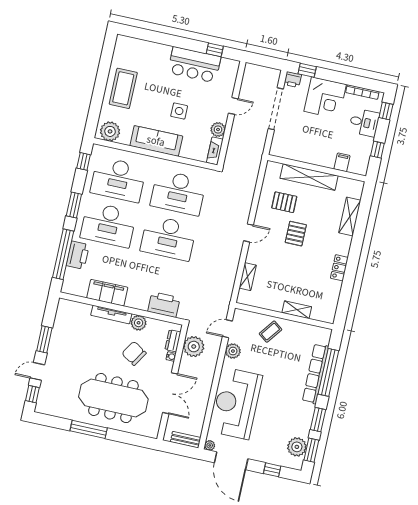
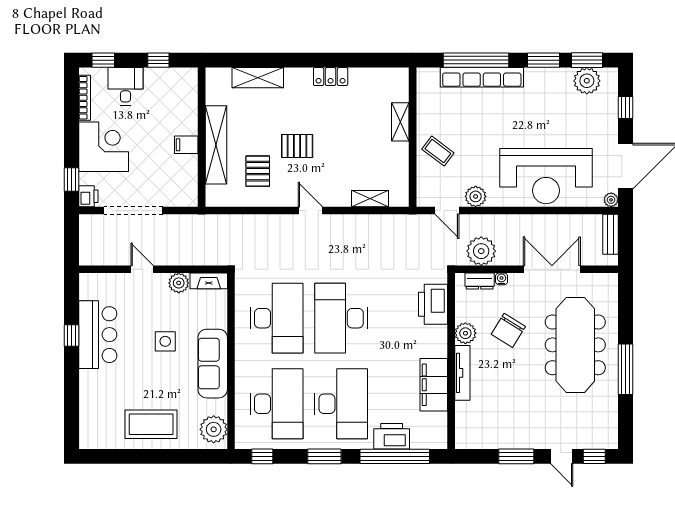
window: (215, 50) -> (71, 336), moved
filing cabinet: (342, 162) -> (186, 145), moved
desk: (168, 238) -> (341, 318), turned 180

